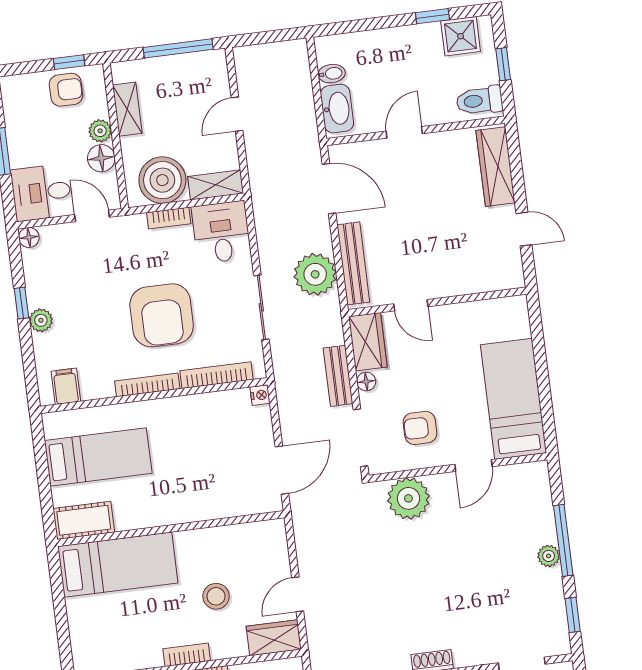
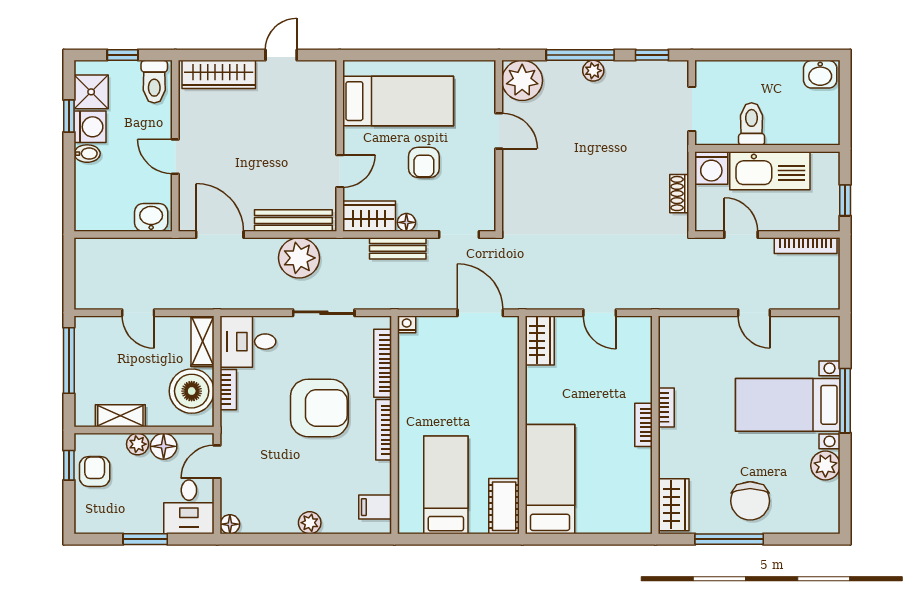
washing machine: (424, 40) -> (90, 127), added
bidet: (332, 74) -> (87, 154), moved, turned 90
washbasin: (337, 109) -> (151, 217), width x0.72
door: (329, 189) -> (220, 234), hinge flipped
window: (21, 303) -> (291, 539), removed
bed: (514, 399) -> (398, 101), moved, turned 180
armchair: (420, 428) -> (424, 162), moved
doorway: (361, 438) -> (459, 234), width x0.73
plant: (408, 498) -> (522, 80), moved
stool: (216, 596) -> (592, 390), removed
wardrobe: (274, 638) -> (540, 341), moved, turned 180

